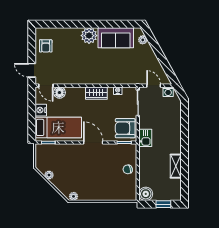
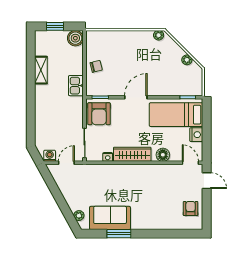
window: (108, 24) -> (119, 234), added
plant: (89, 36) -> (141, 220), removed
door: (154, 86) -> (66, 163), swing flipped
floor lamp: (59, 93) -> (163, 155), moved
wardrobe: (96, 93) -> (132, 154), width x1.50
armchair: (125, 128) -> (99, 114), turned 90
kitchen sink: (145, 138) -> (76, 86), moved
door: (93, 143) -> (136, 97), swing flipped

